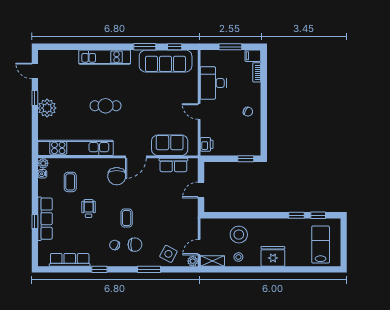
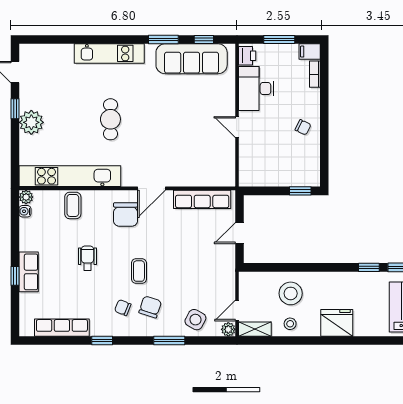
cafe table: (106, 106) -> (110, 119), turned 90
printer: (207, 144) -> (247, 56), moved
sofa: (170, 145) -> (197, 173), removed
row of seats: (173, 165) -> (202, 199), width x1.48
coffee table: (70, 182) -> (73, 205), moved
row of seats: (45, 219) -> (29, 272), width x0.68
chair: (135, 245) -> (150, 307), turned -72

